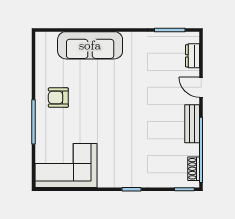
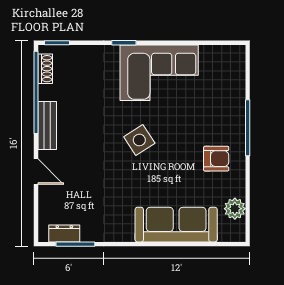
dresser: (193, 56) -> (64, 233), moved, turned -90
plant: (44, 58) -> (235, 209), added
side table: (119, 112) -> (139, 140), added
corner sofa: (66, 166) -> (159, 73), moved

